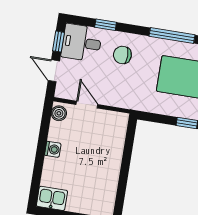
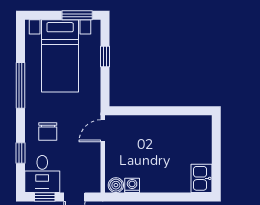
door: (87, 105) -> (103, 131), moved
washing machine: (53, 149) -> (132, 185), moved

